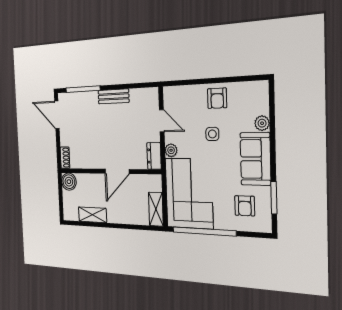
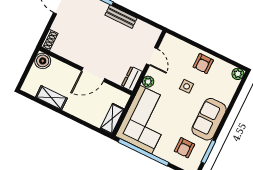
plant: (262, 123) -> (238, 74), moved

